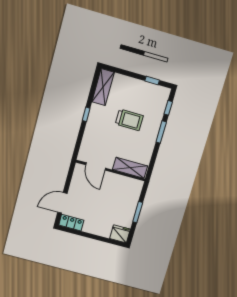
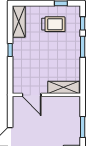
trolley: (129, 120) -> (53, 24), moved

